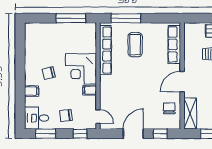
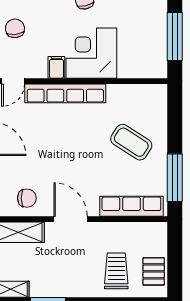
window: (126, 18) -> (175, 178), moved
coffee table: (135, 45) -> (131, 142), turned 33
row of seats: (105, 50) -> (65, 93), moved

